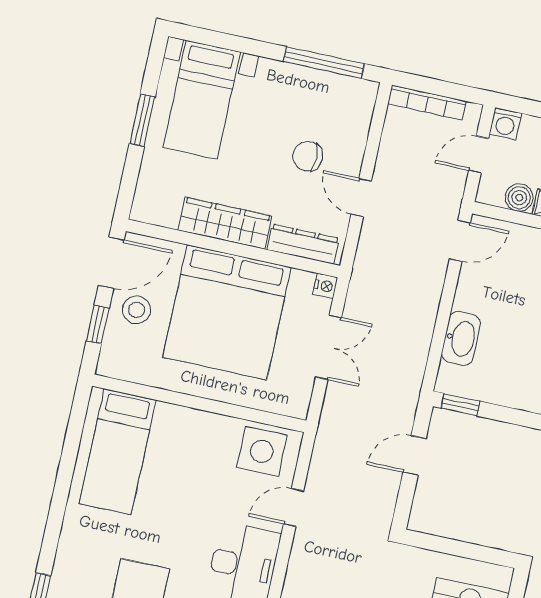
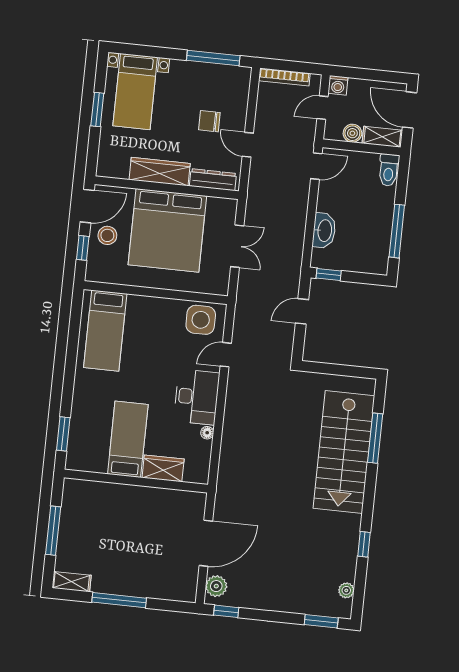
nightstand: (325, 286) -> (230, 206), removed

